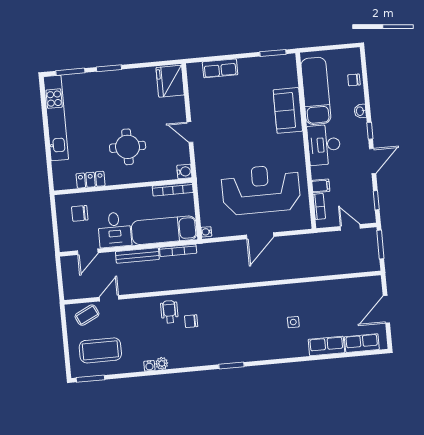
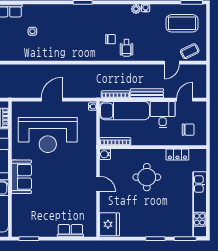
sofa: (288, 110) -> (22, 177), moved

